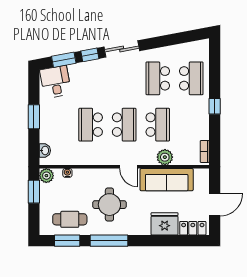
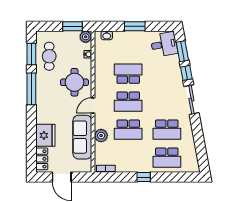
school desk: (158, 78) -> (167, 130), turned 180
round table: (109, 205) -> (74, 82), moved

